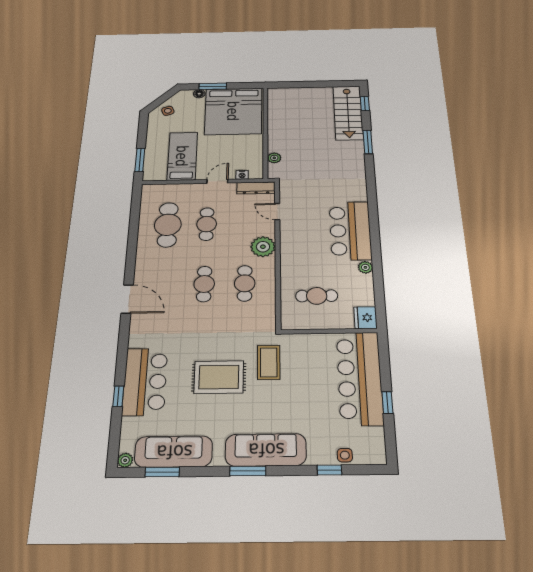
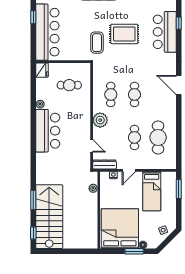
stairs: (348, 113) -> (49, 217), width x1.36, depth x1.51

